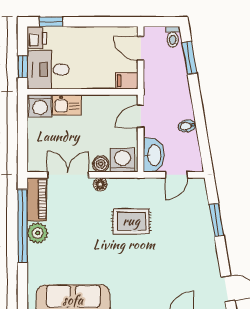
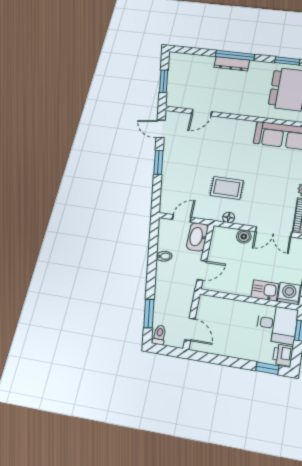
filing cabinet: (127, 81) -> (208, 303), removed
washing machine: (122, 160) -> (225, 237), removed
floor lamp: (100, 184) -> (229, 217), moved
window: (216, 220) -> (158, 162), moved

